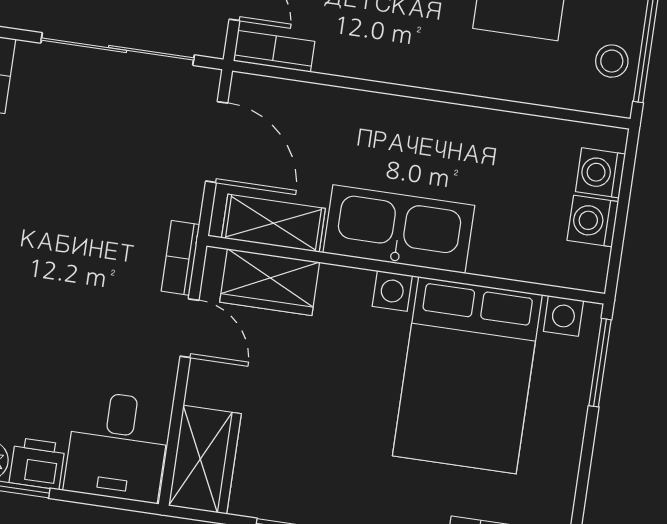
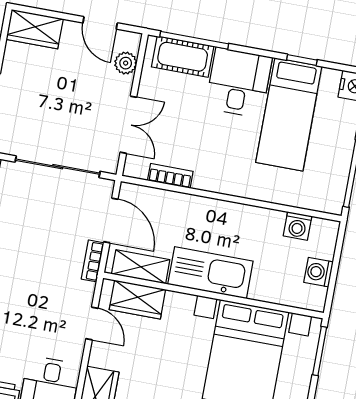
bookcase: (274, 51) -> (170, 176), moved
stool: (612, 61) -> (332, 183), removed
washing machine: (600, 173) -> (298, 226), moved, turned -90
bookcase: (180, 258) -> (93, 261), moved

